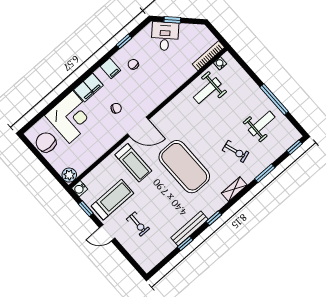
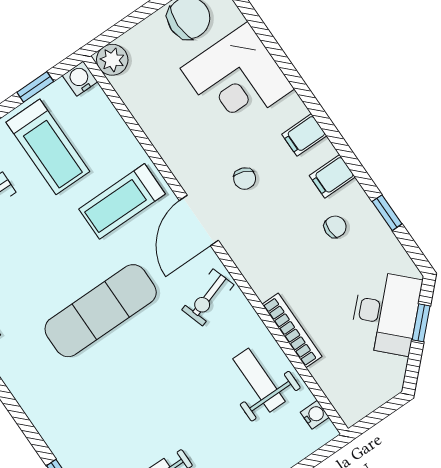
desk: (165, 36) -> (386, 313), width x1.37
bookcase: (208, 56) -> (292, 330), moved
filing cabinet: (88, 87) -> (304, 135), width x0.50
exercise bike: (236, 151) -> (208, 297), moved
exercise mat: (184, 167) -> (101, 311), width x0.68
shelving: (234, 189) -> (39, 413), removed

